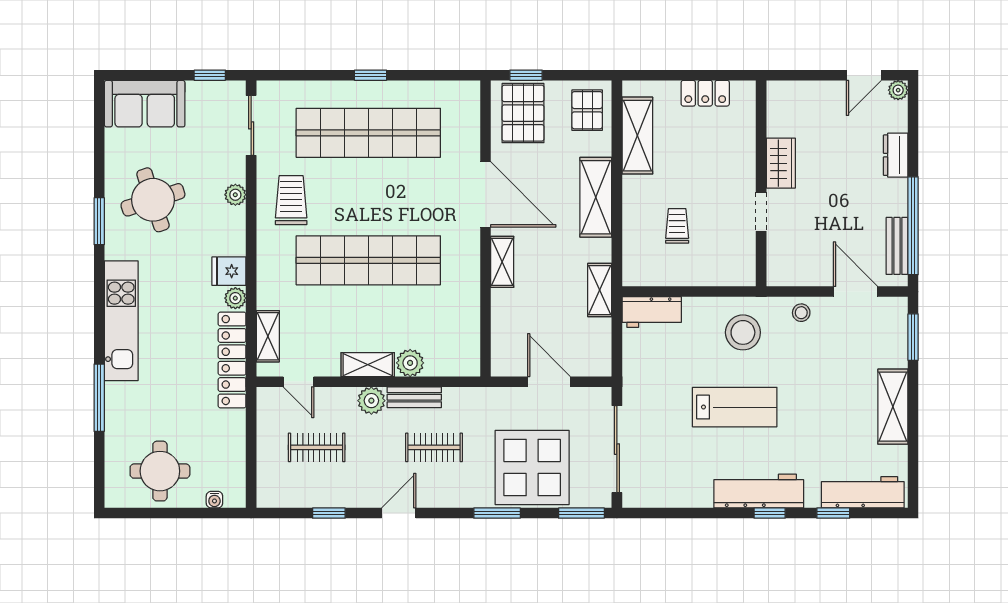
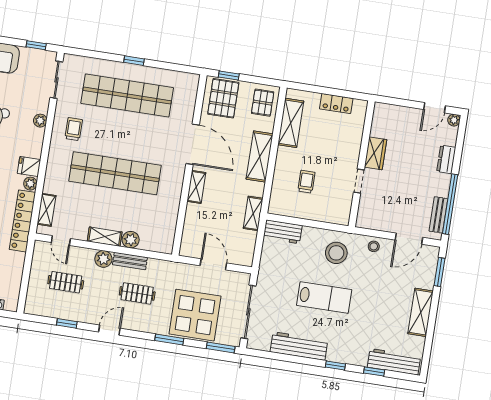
trolley: (291, 200) -> (74, 129), width x0.73, depth x0.72
door: (856, 292) -> (409, 239), swing flipped
workbench: (759, 491) -> (299, 346), moved

